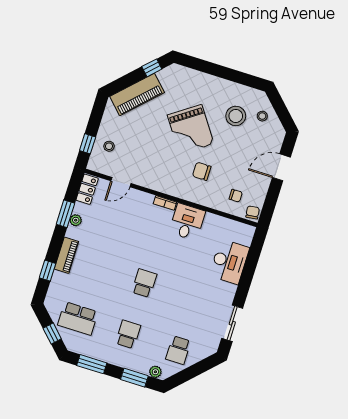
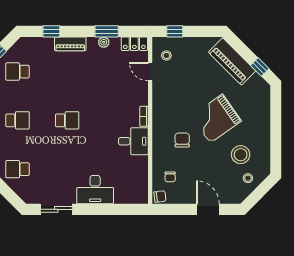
stool: (109, 146) -> (166, 56), moved
desk: (229, 262) -> (95, 190), moved
school desk: (78, 318) -> (17, 72), width x0.54

